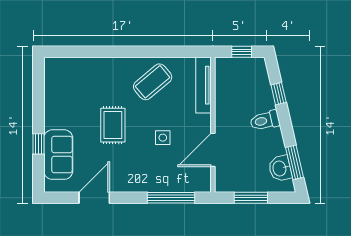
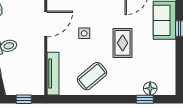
window: (84, 52) -> (145, 99), added
floor lamp: (77, 66) -> (150, 88), added

